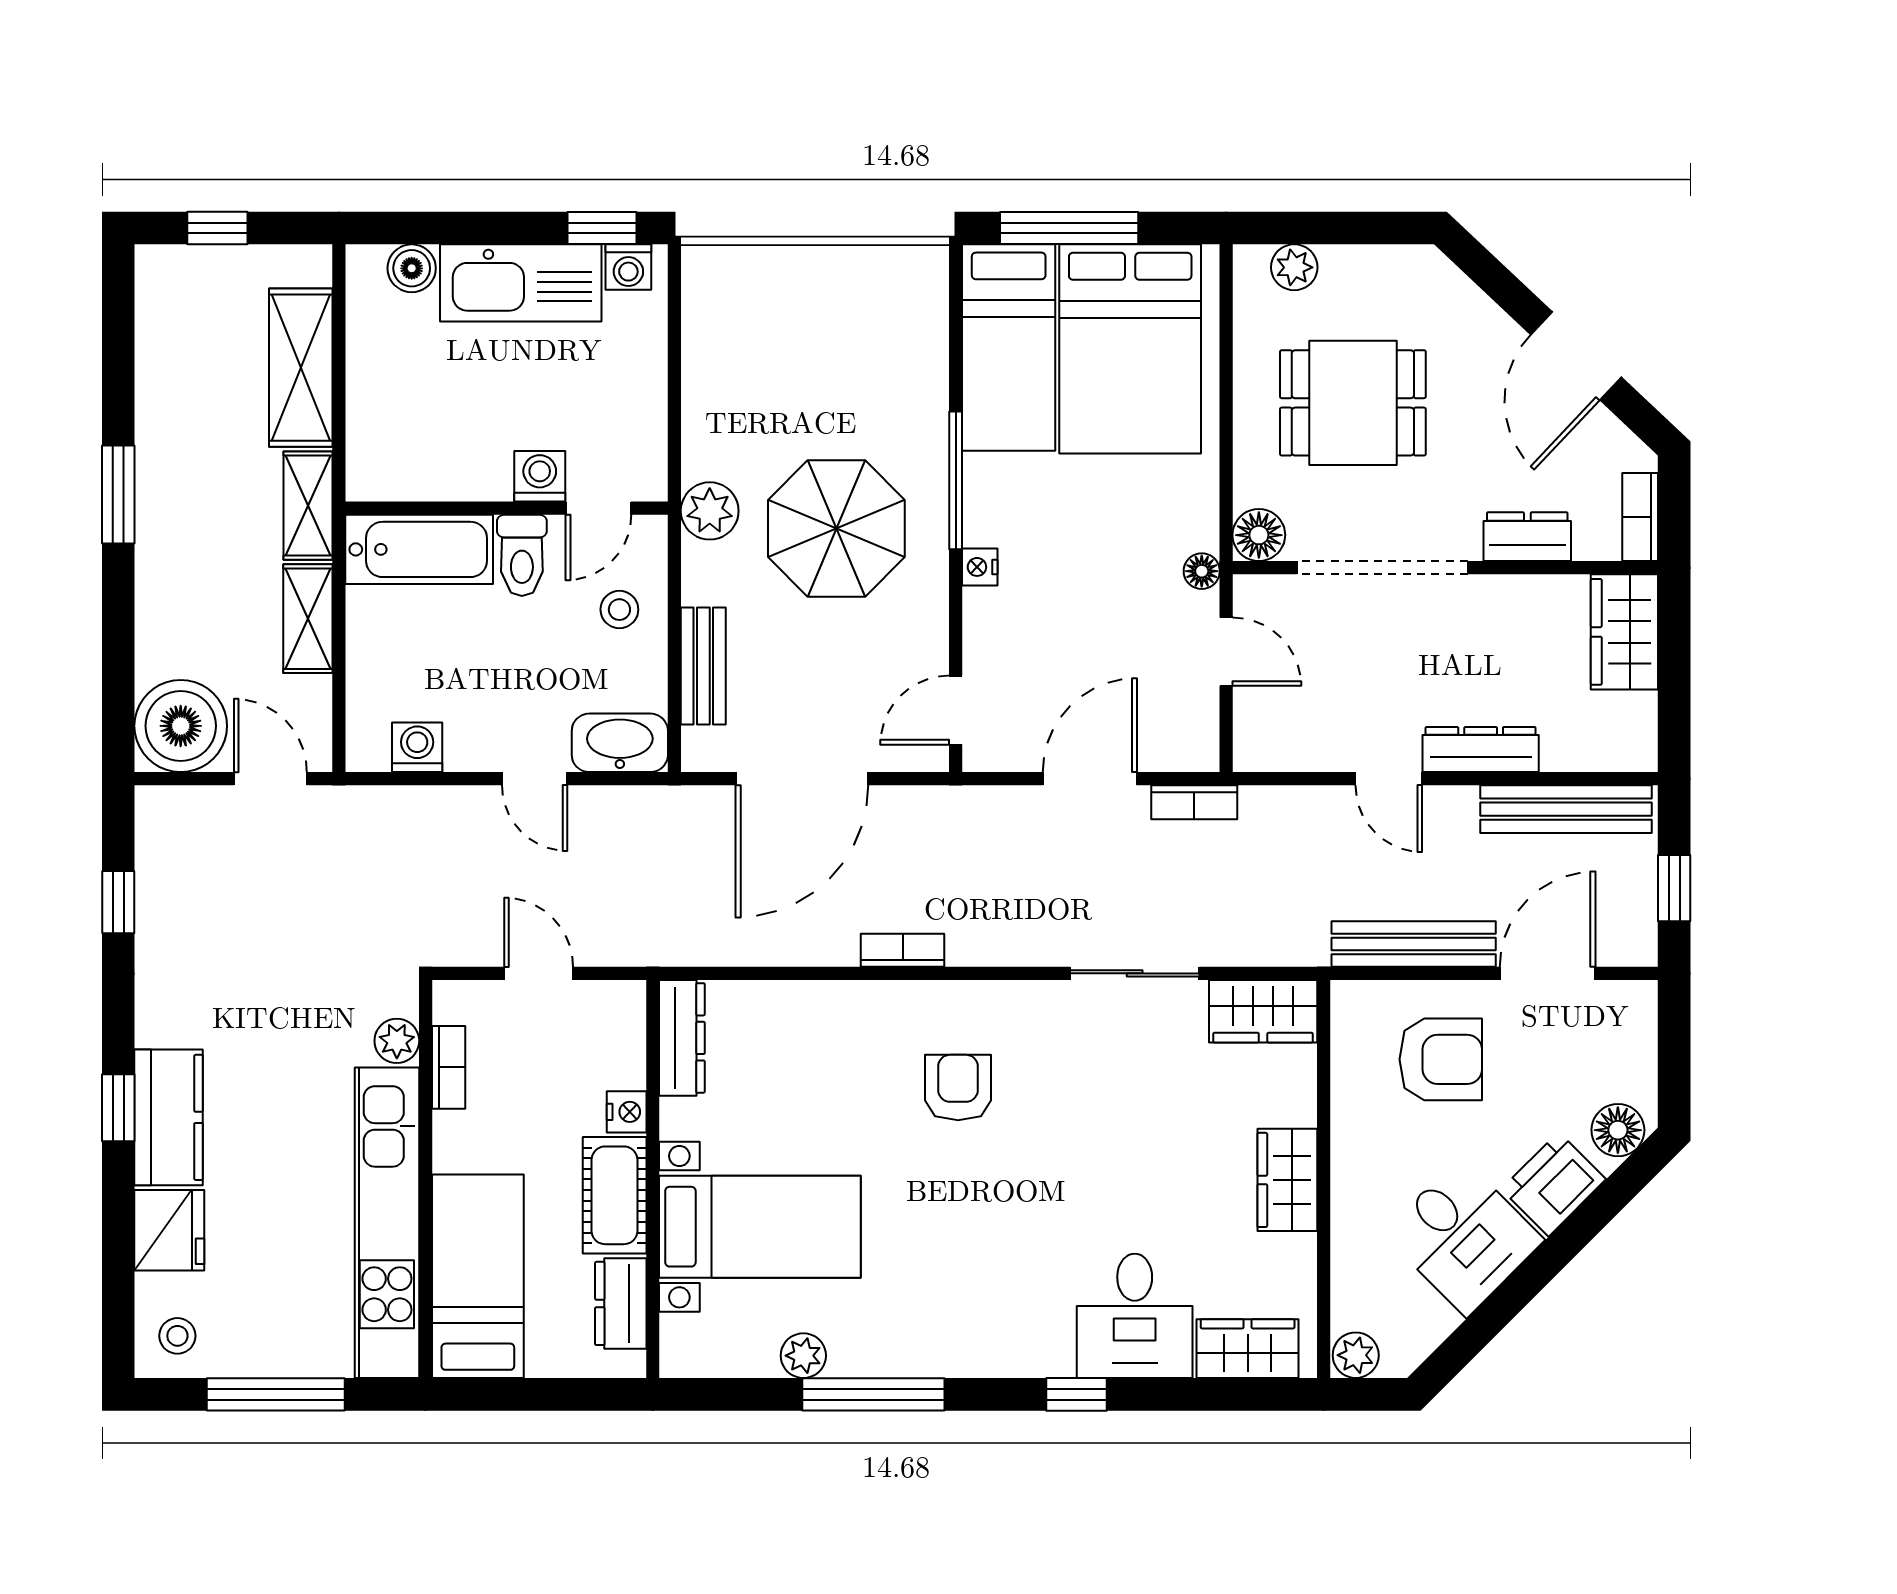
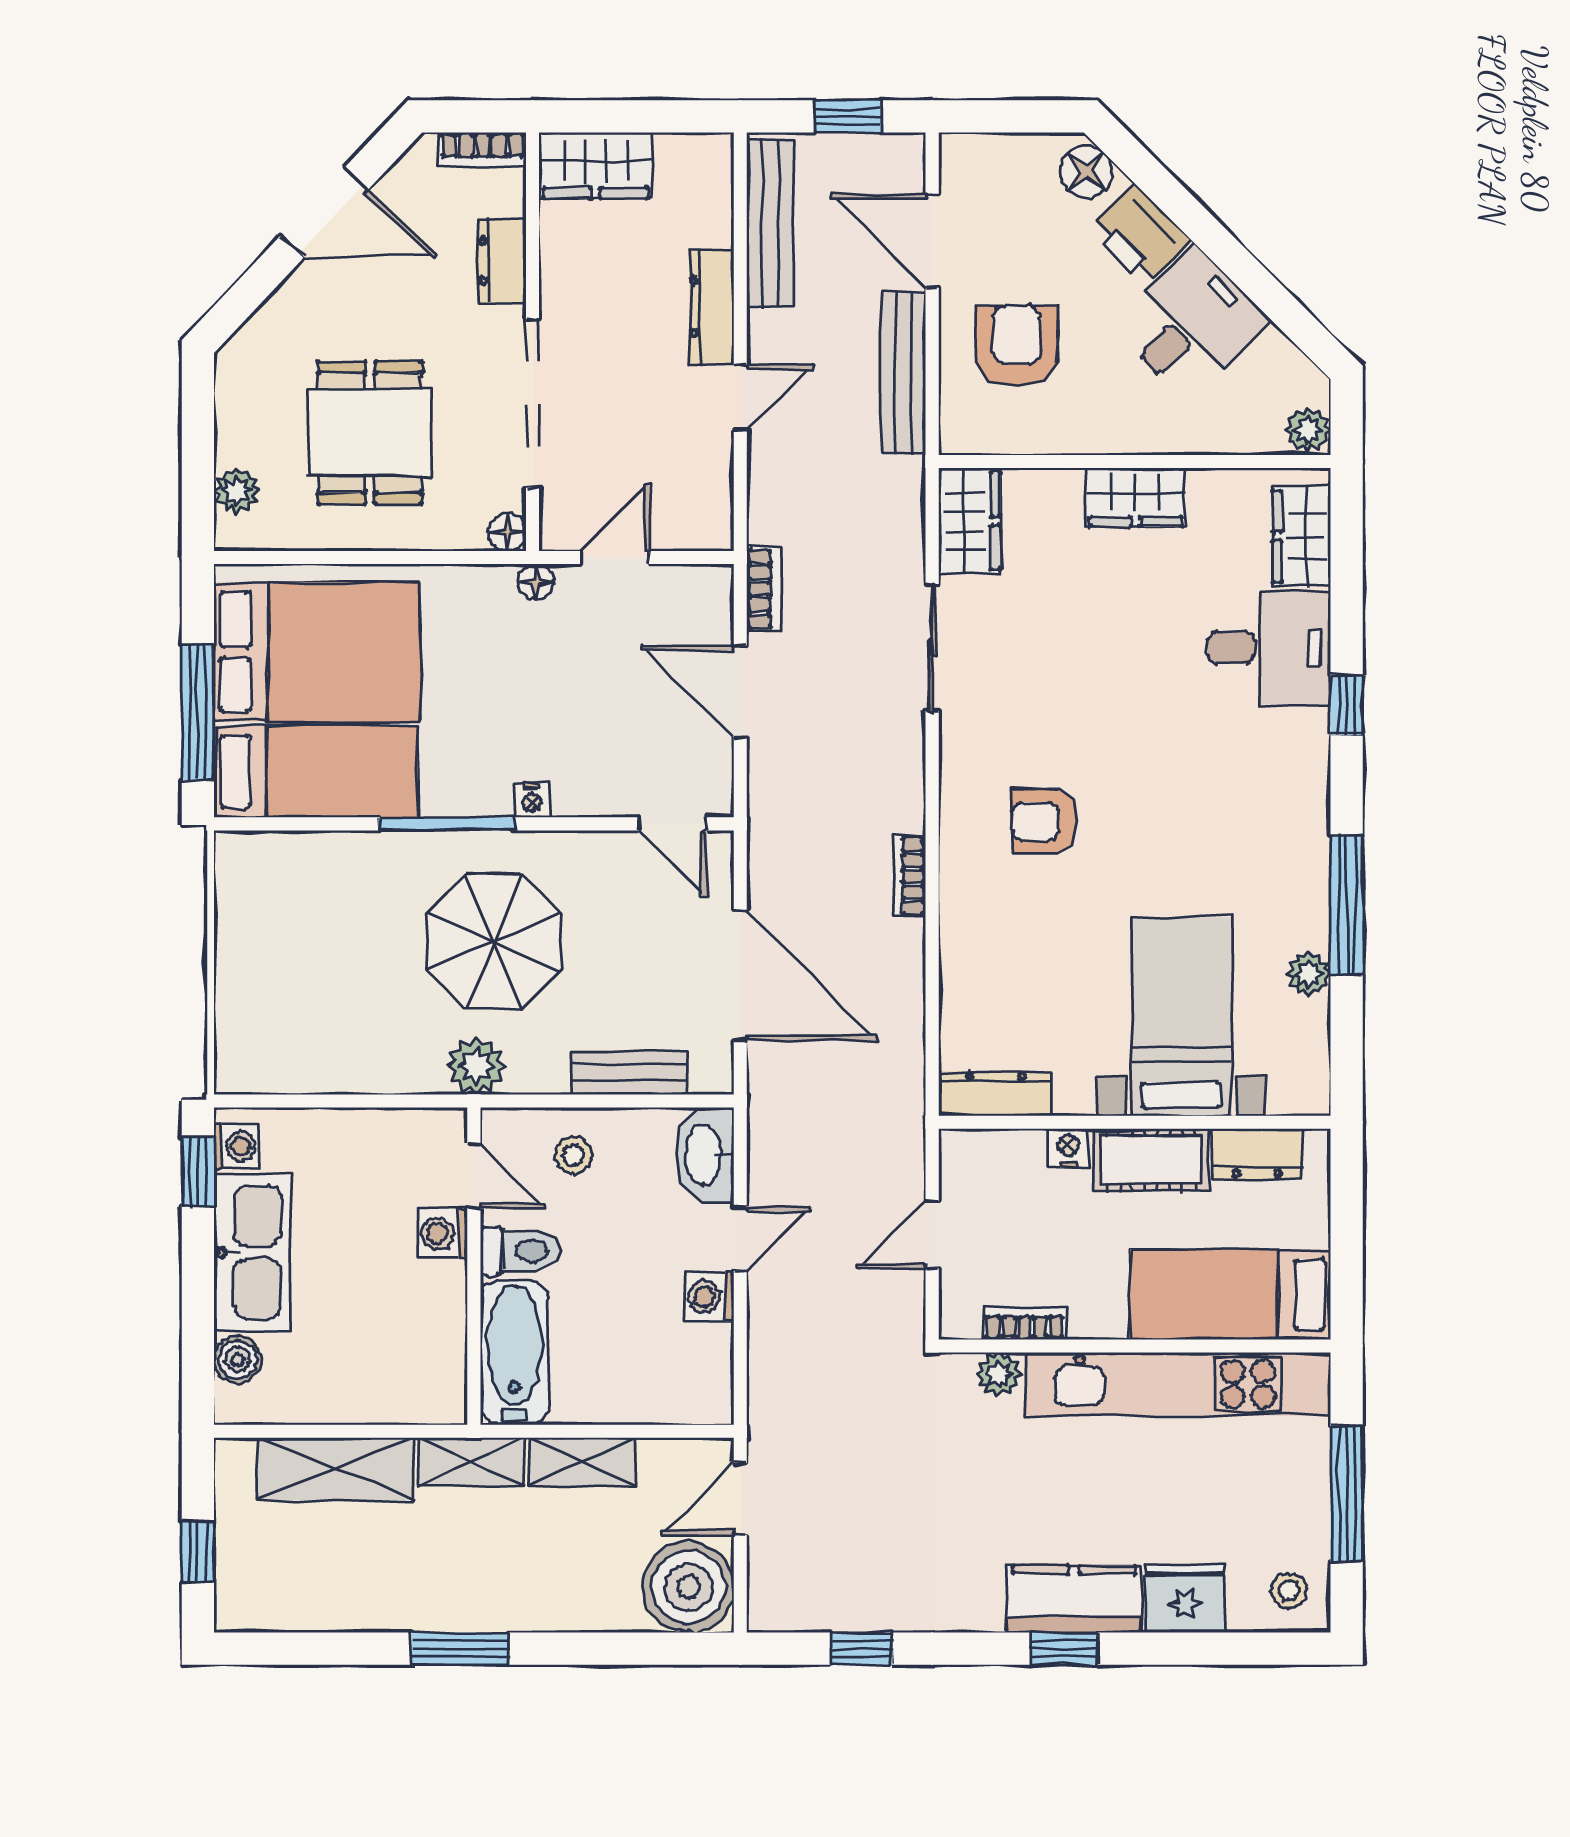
floor lamp: (1259, 535) -> (507, 532), width x0.73, depth x0.73
washing machine: (417, 747) -> (709, 1297), moved

